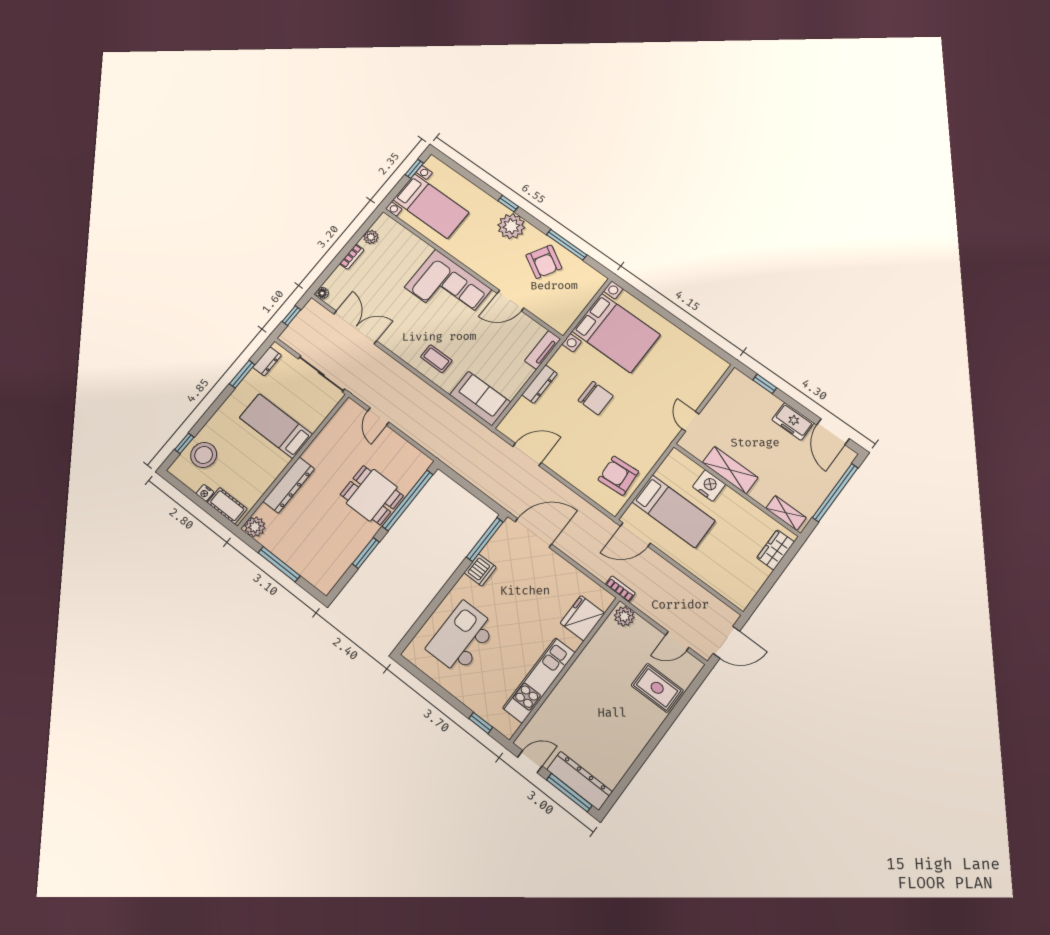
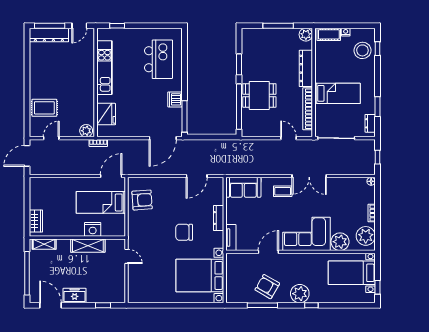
plant: (371, 237) -> (366, 236), width x1.88, depth x1.88
plant: (416, 251) -> (340, 242), added
double door: (355, 327) -> (309, 176), moved
bookcase: (327, 435) -> (308, 109), added

